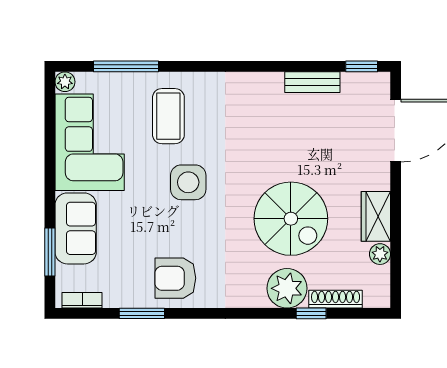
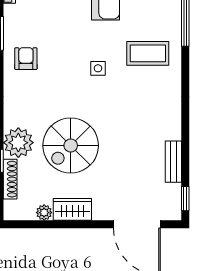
side table: (188, 182) -> (98, 68), width x0.54, depth x0.54
armchair: (175, 278) -> (26, 59), width x0.72, depth x0.72

